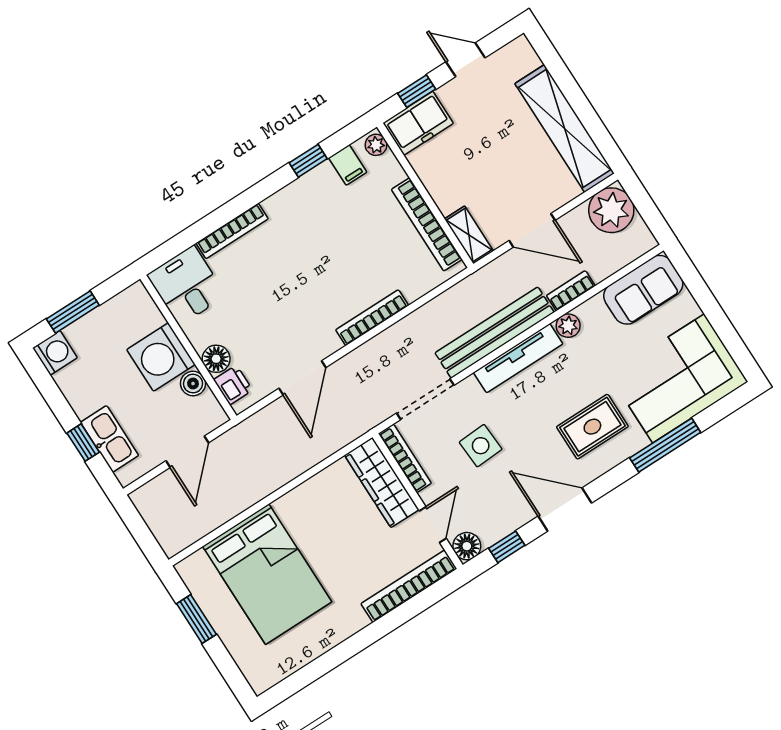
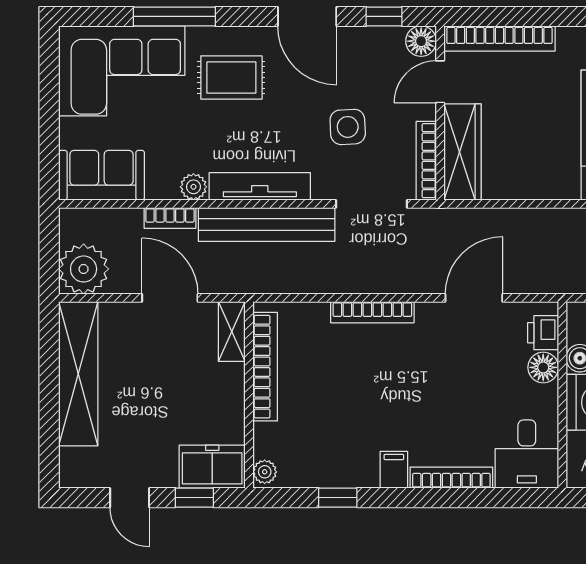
filing cabinet: (348, 165) -> (394, 470), moved

